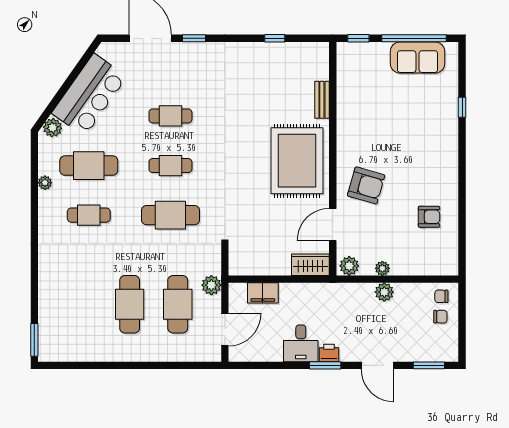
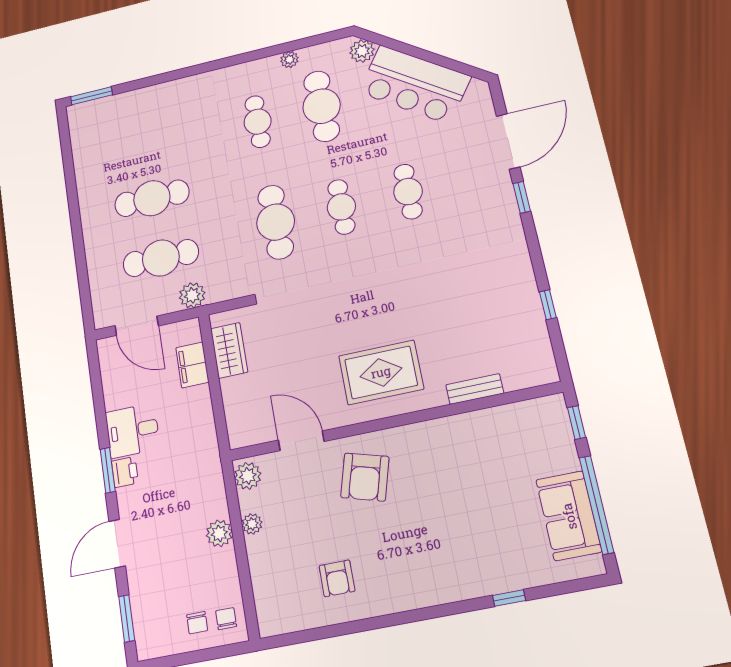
rug: (297, 161) -> (381, 372), width x0.73, depth x0.69
wardrobe: (310, 265) -> (229, 350), moved

